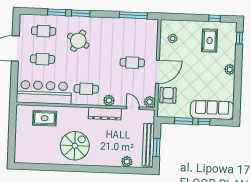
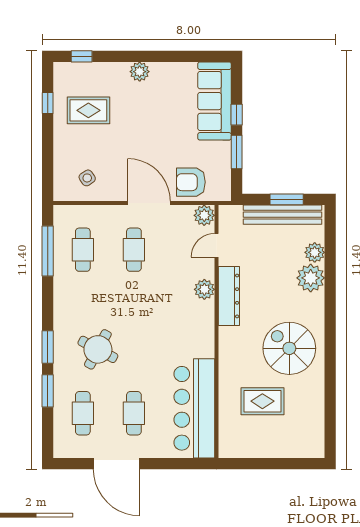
cafe table: (86, 89) -> (83, 250), moved
rug: (45, 118) -> (262, 401), moved, turned 90
plant: (113, 159) -> (311, 278), added

